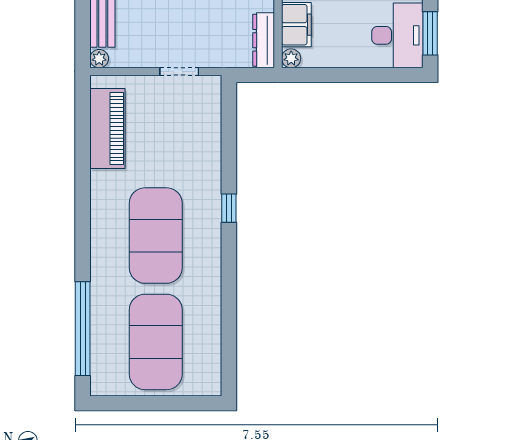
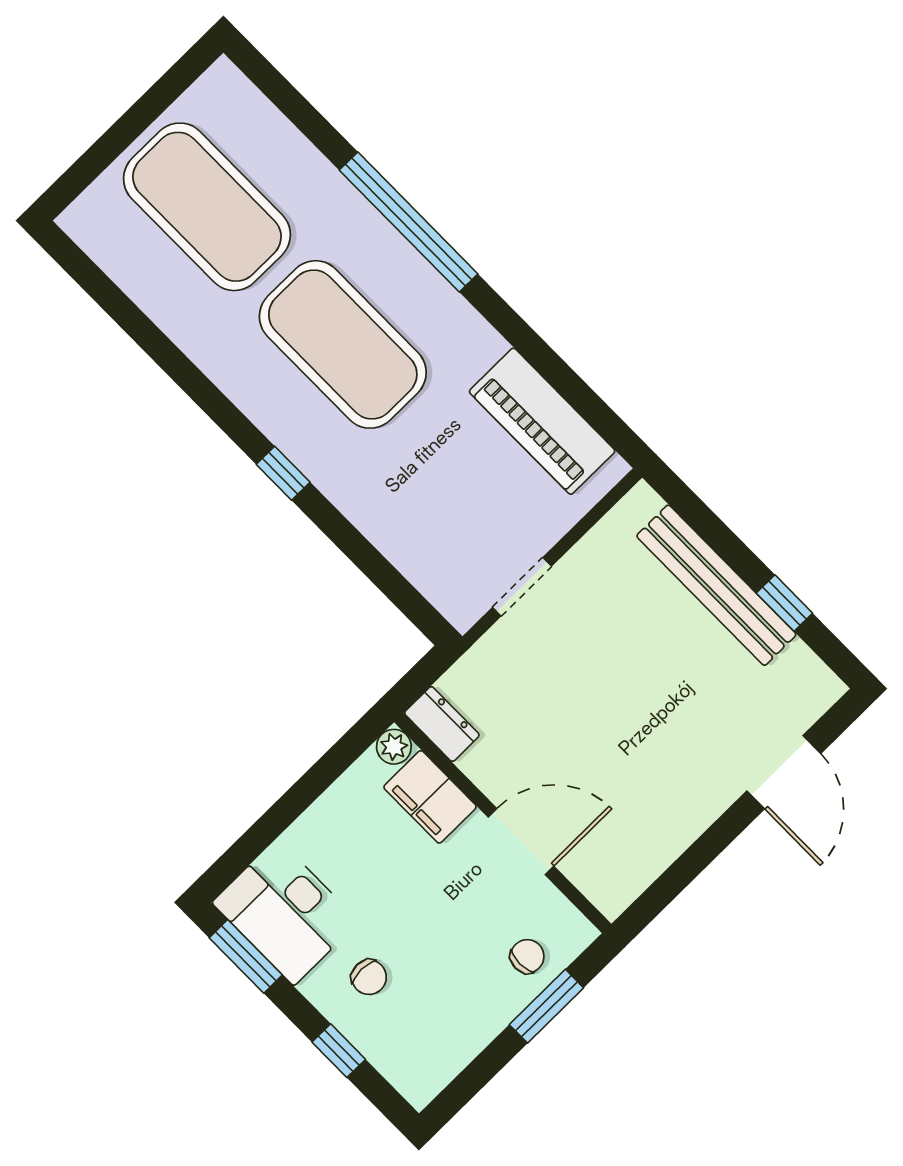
dresser: (264, 40) -> (442, 724), width x0.70
plant: (99, 59) -> (642, 501), removed
window: (83, 329) -> (409, 222), moved

